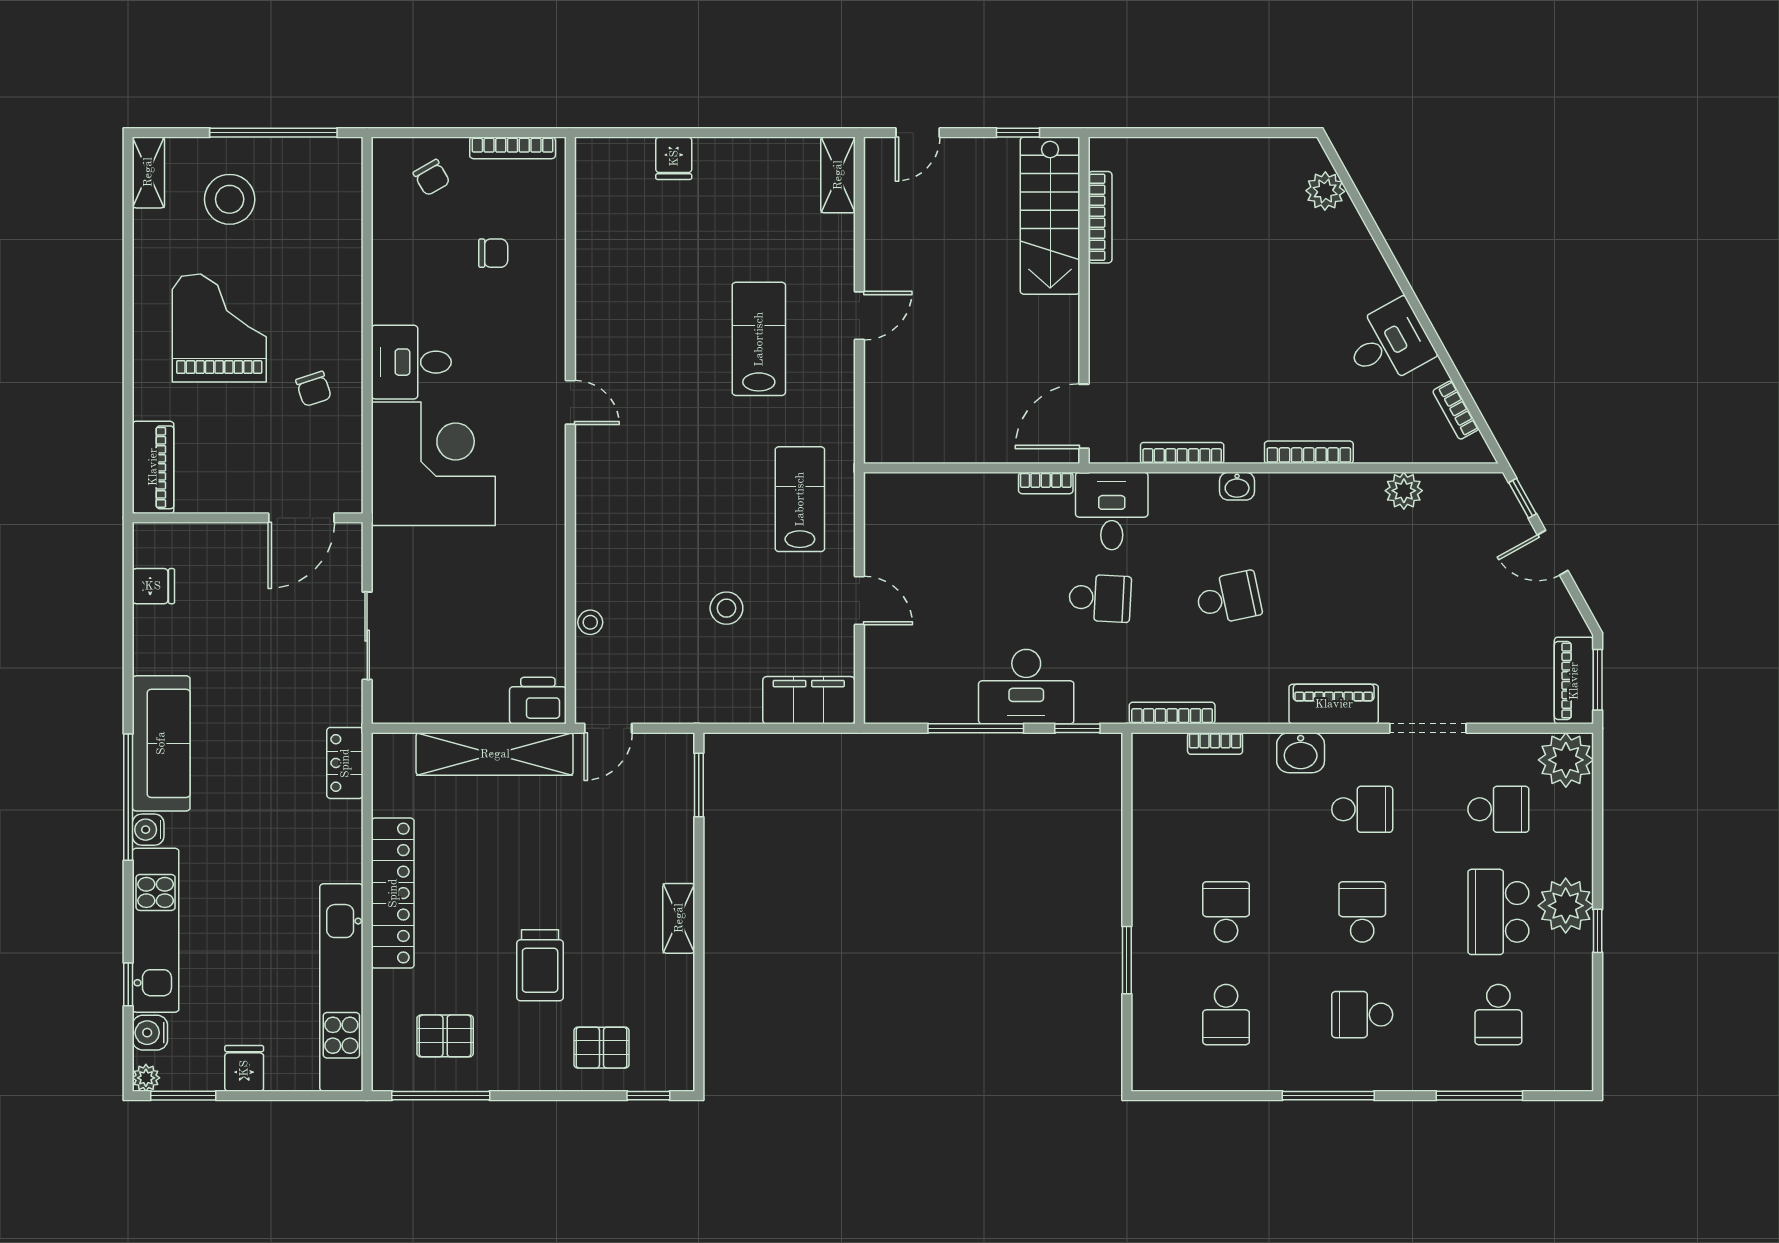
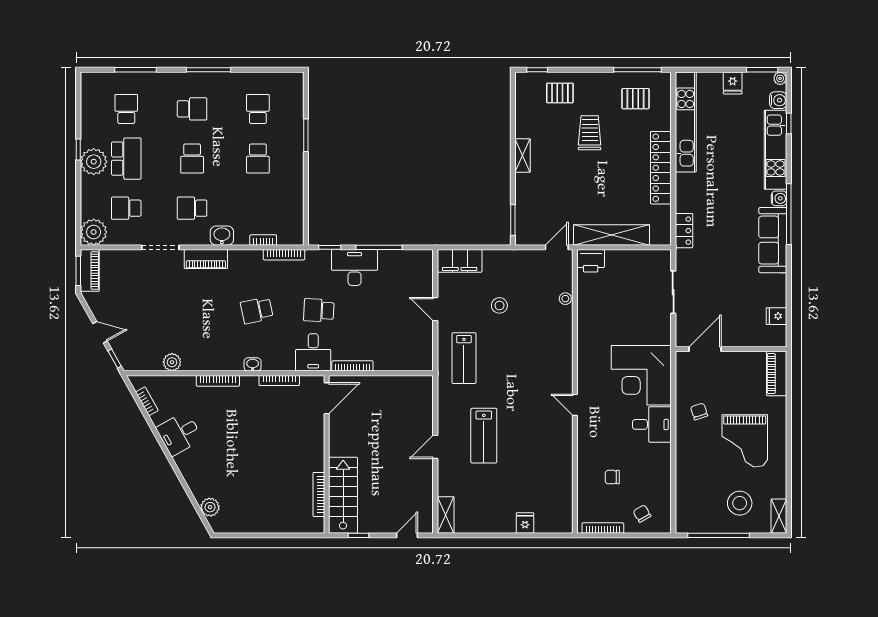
bookcase: (1046, 483) -> (352, 366), width x1.56

